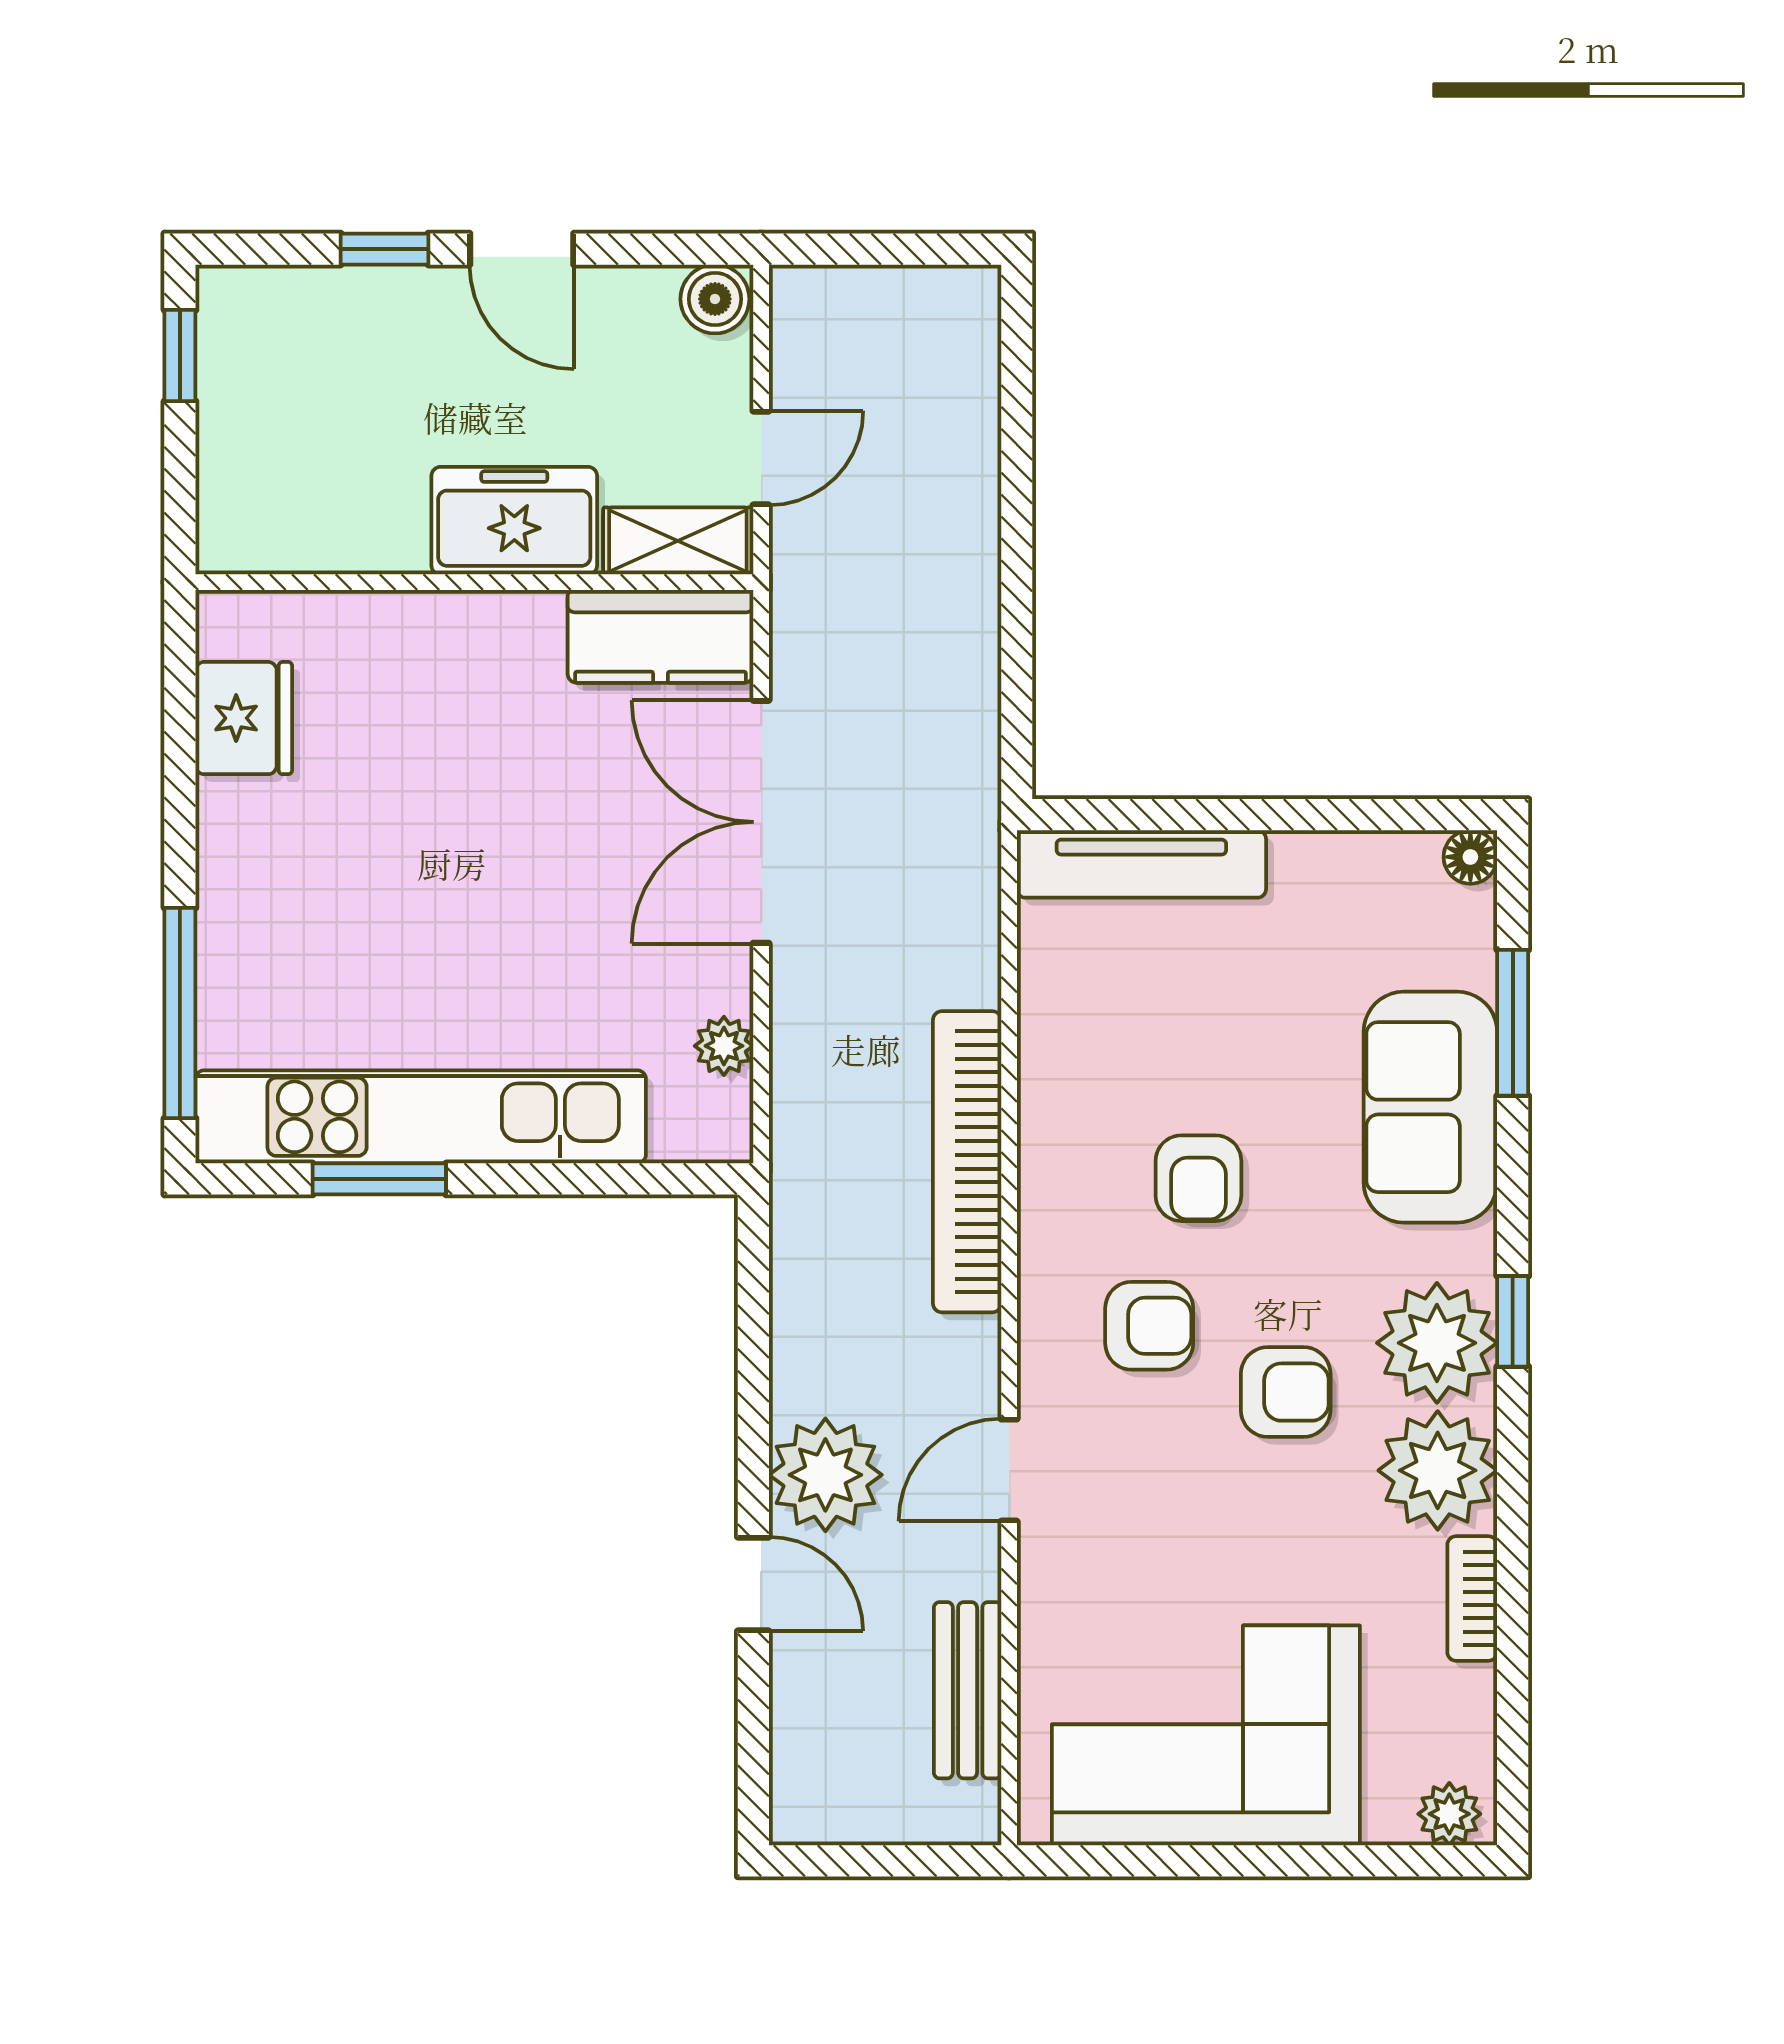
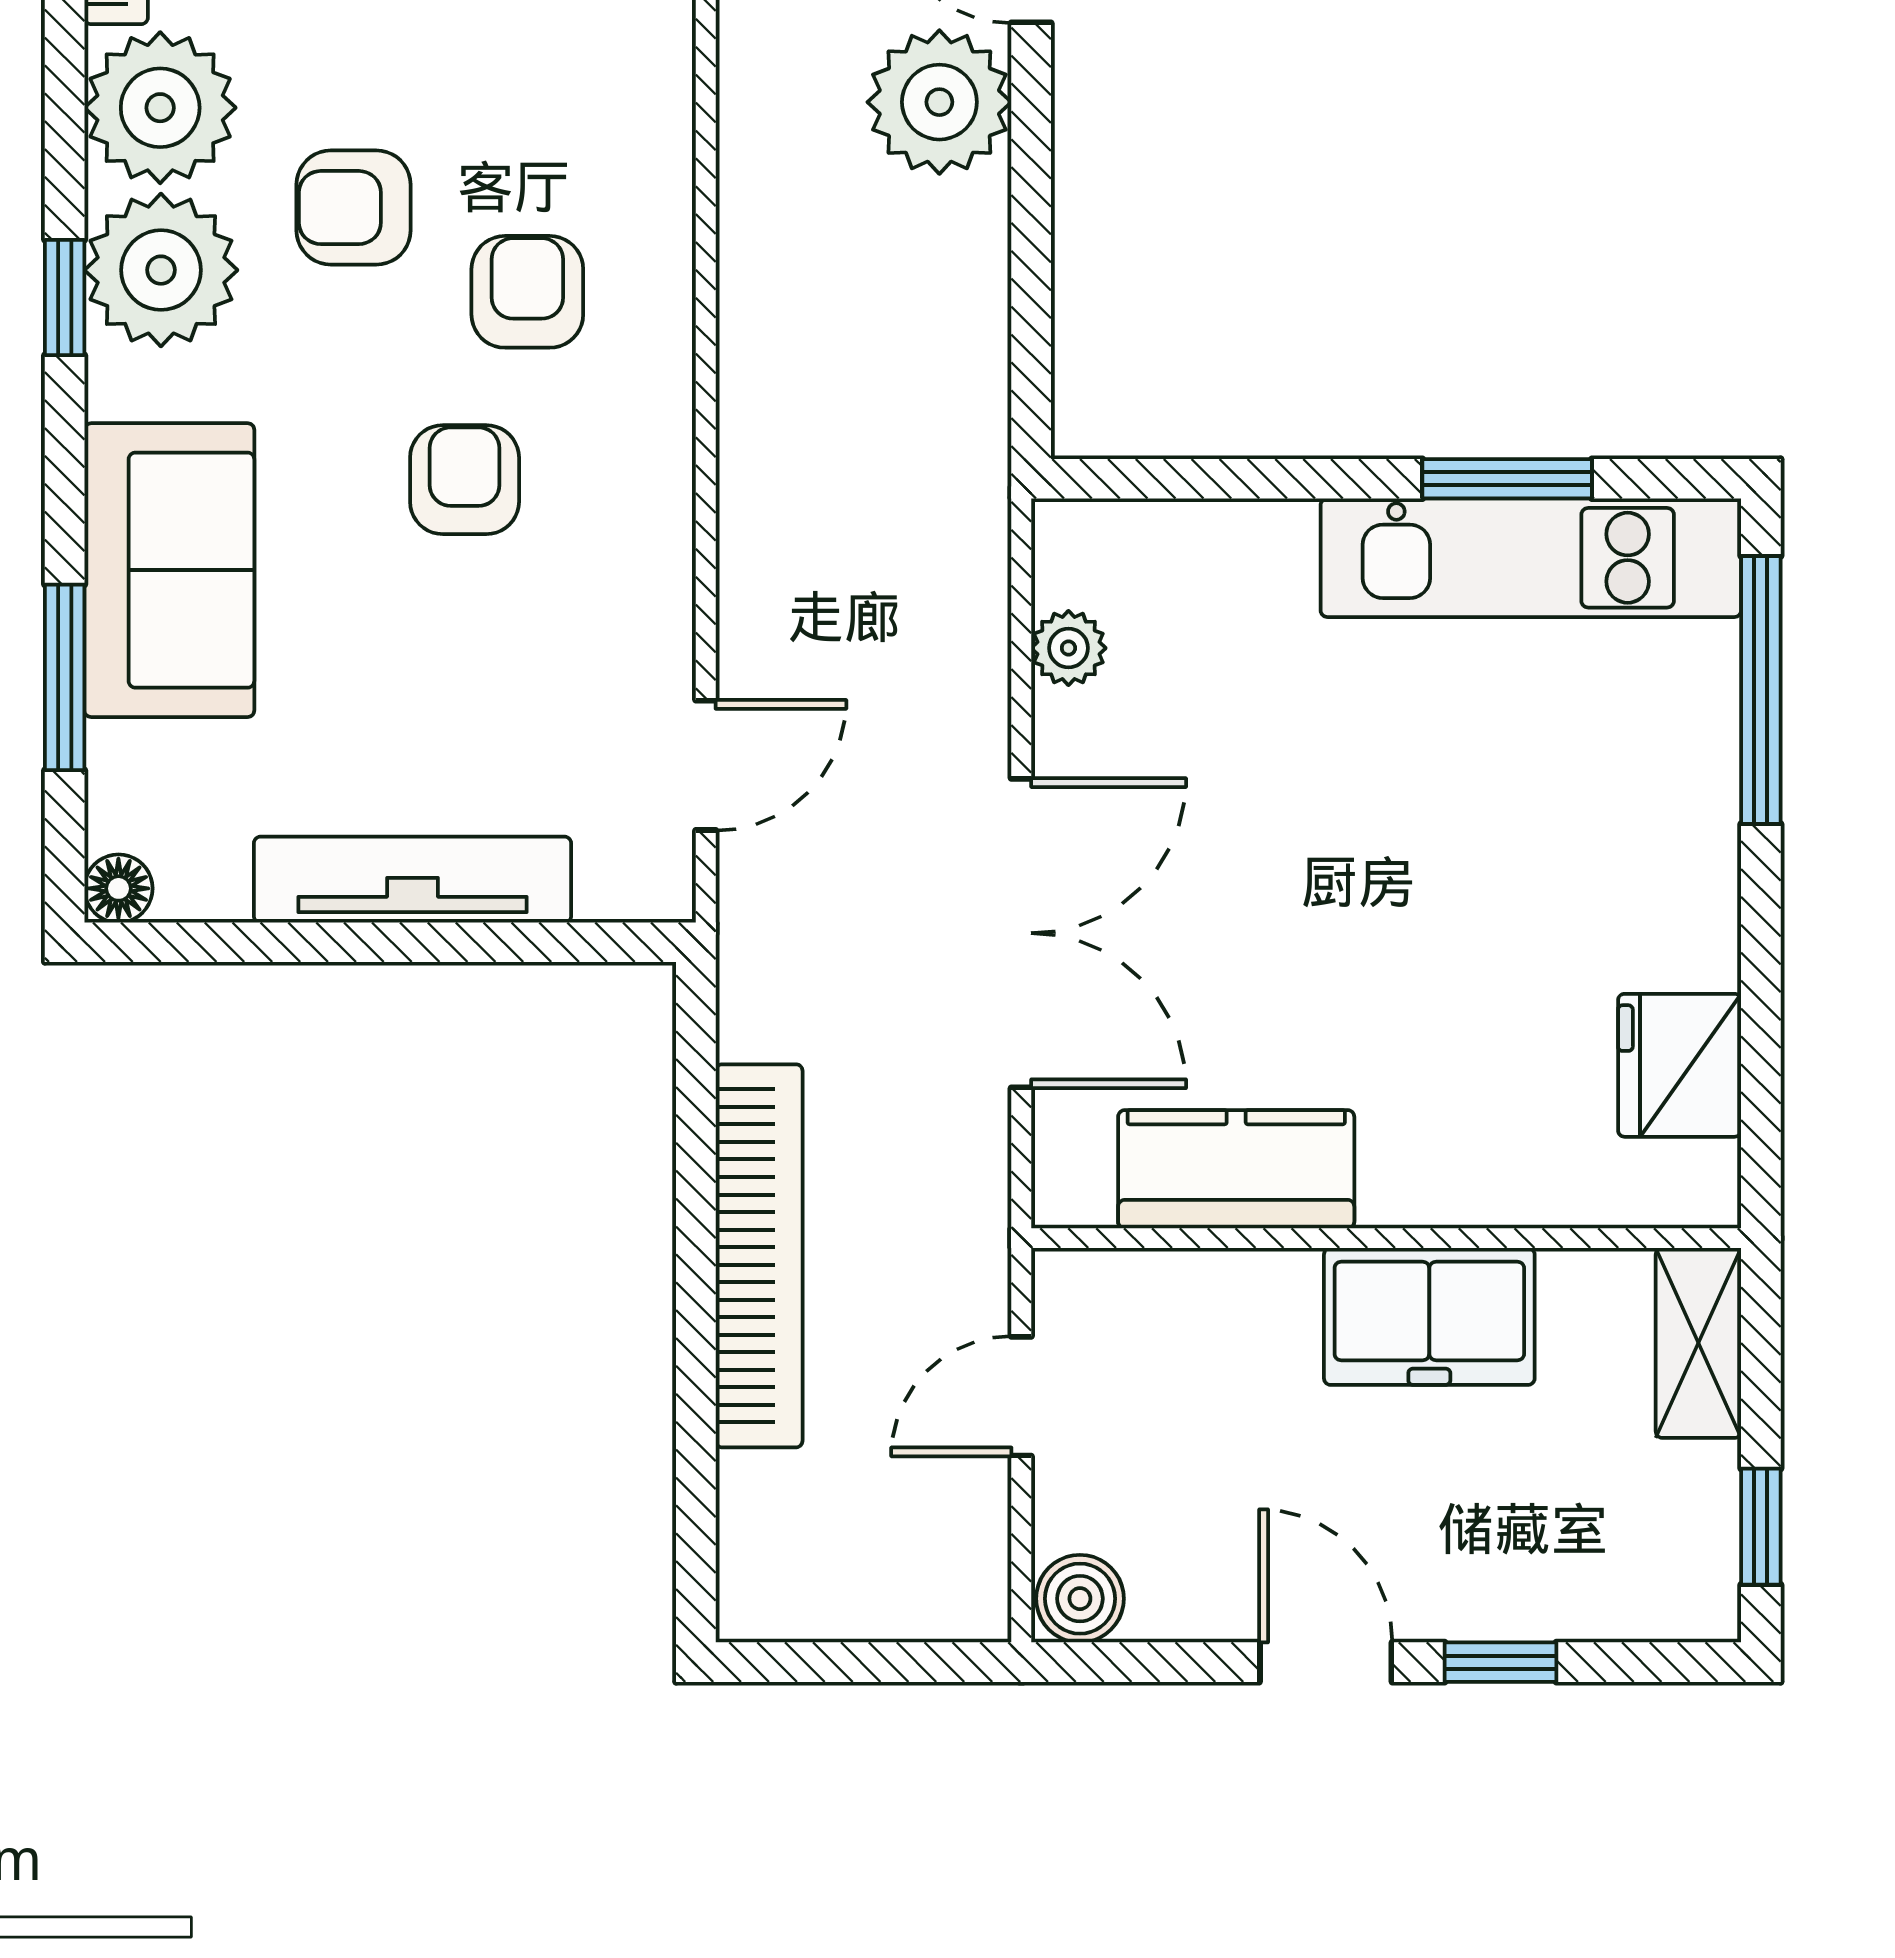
freezer: (514, 521) -> (1429, 1316), moved
shelving: (678, 541) -> (1698, 1343), moved, turned 90
kitchen counter: (660, 636) -> (1236, 1169), moved
tv unit: (1141, 864) -> (412, 880), moved
kitchen unit: (421, 1117) -> (1531, 558), width x0.73
bookcase: (967, 1162) -> (759, 1256), moved
armchair: (1149, 1326) -> (527, 292), turned 90
door: (1009, 1470) -> (706, 765), moved

